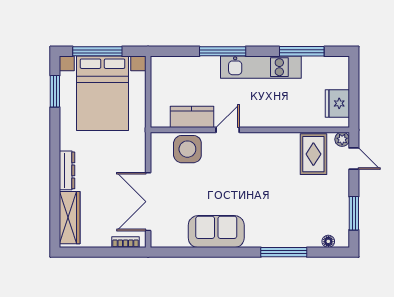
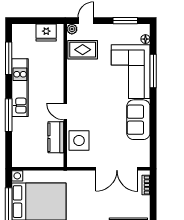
corner sofa: (283, 221) -> (131, 72), added

